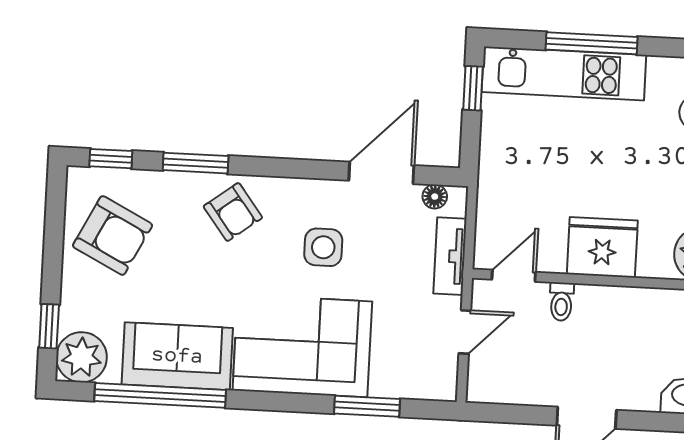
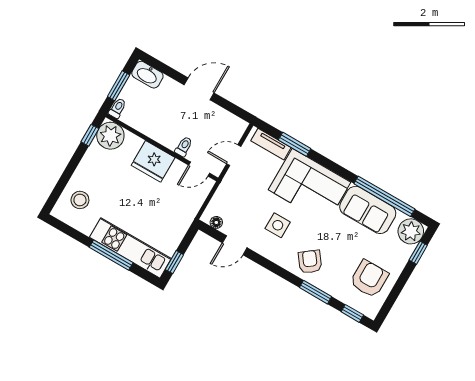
door: (381, 173) -> (235, 245), width x0.73
armchair: (113, 235) -> (369, 279), turned 63
tv unit: (450, 256) -> (271, 144), moved, turned 90

